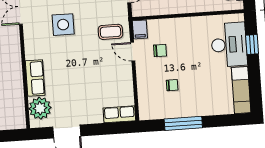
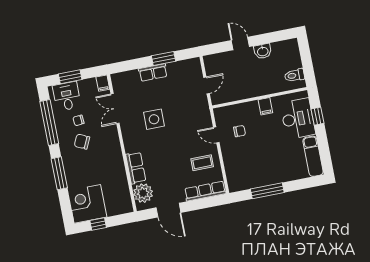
filing cabinet: (140, 29) -> (265, 106), moved
coffee table: (110, 32) -> (202, 163), moved
chair: (172, 85) -> (254, 159), removed
row of seats: (119, 114) -> (205, 191), width x1.48

